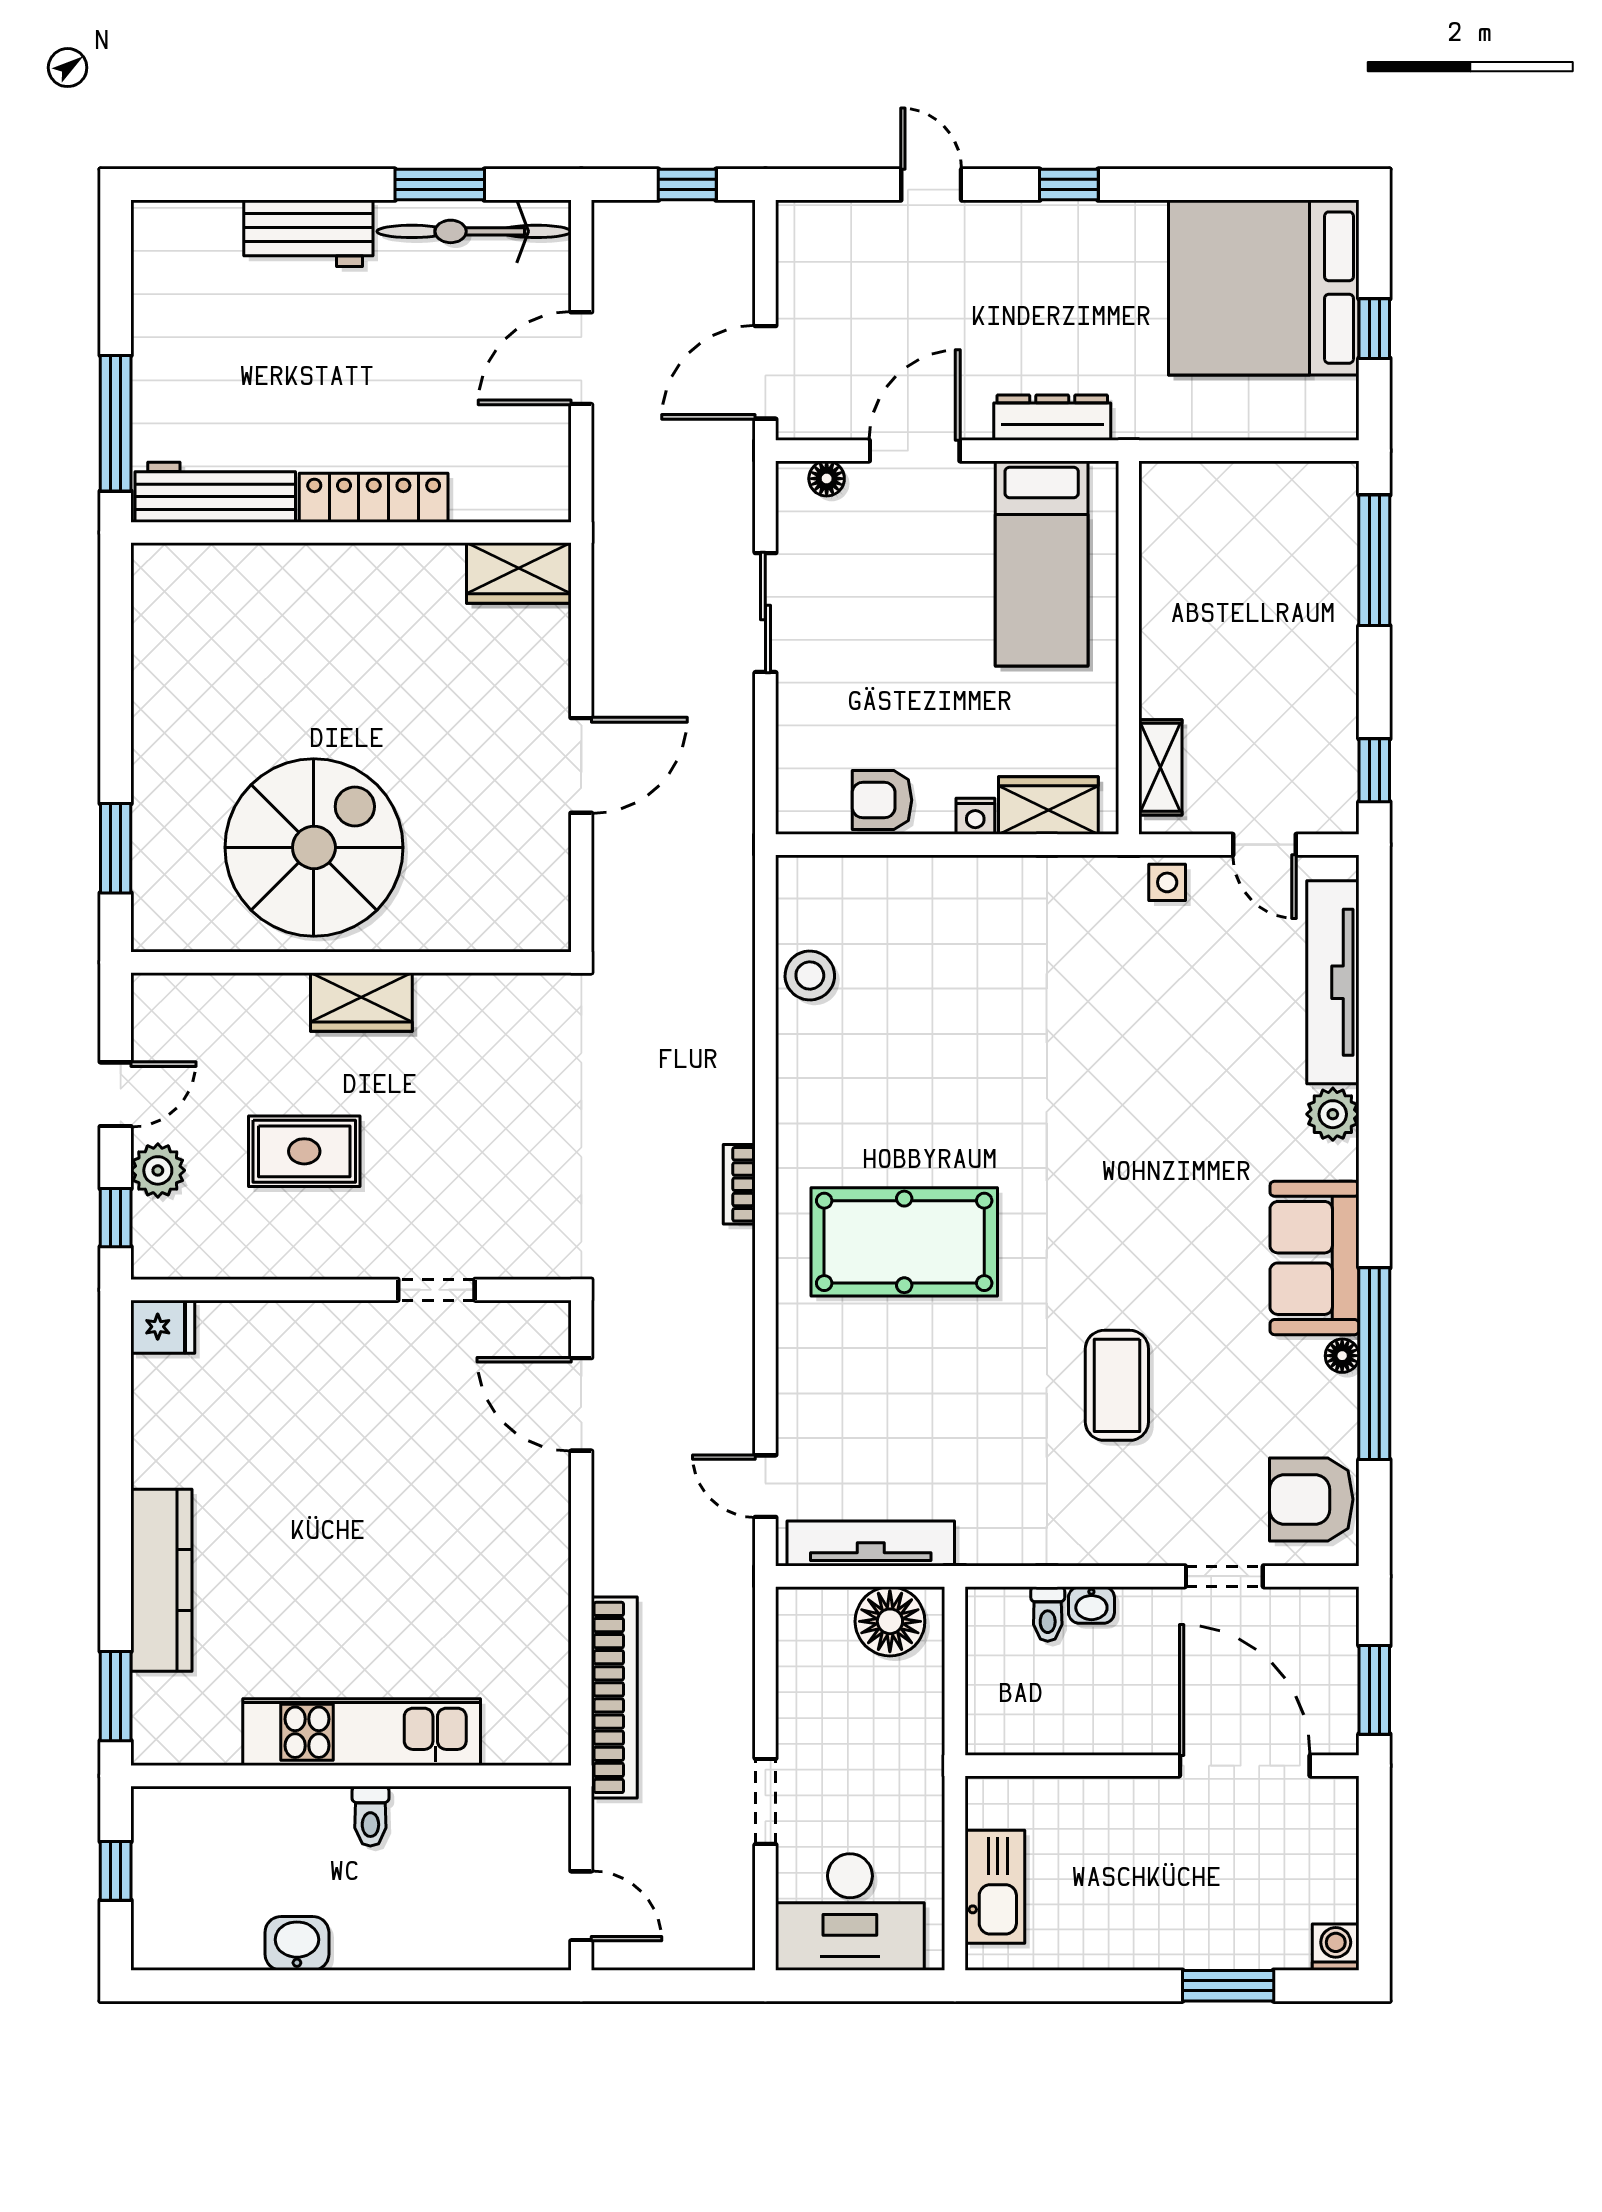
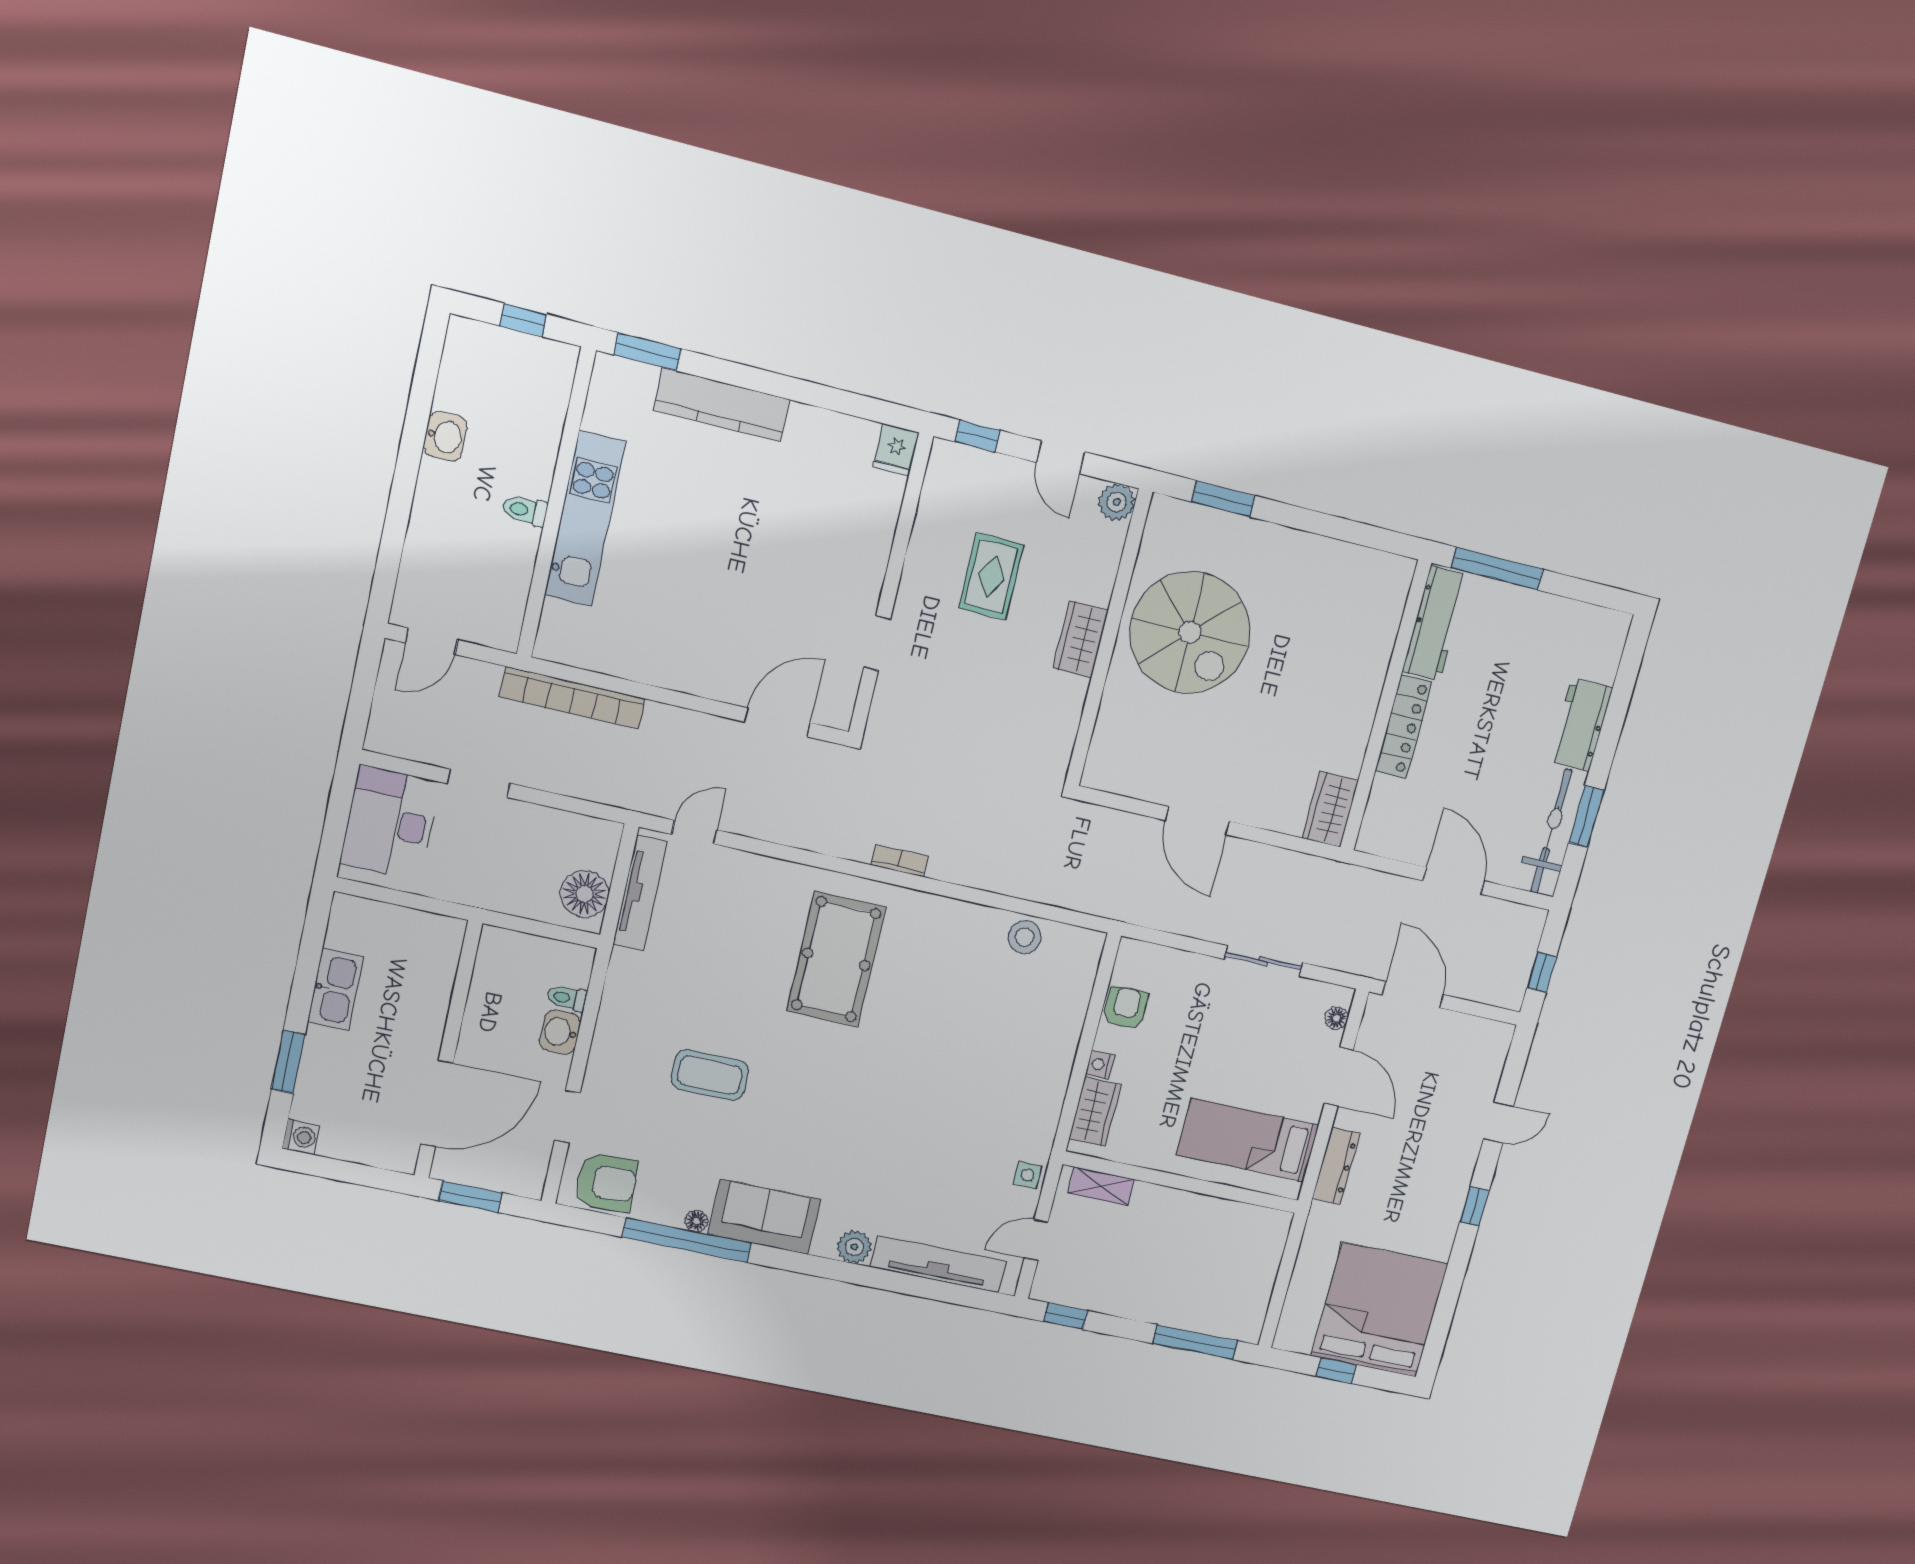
plant: (158, 1170) -> (1117, 502), moved
armchair: (1311, 1499) -> (606, 1183), turned 88
washbasin: (1091, 1605) -> (560, 1032), width x1.38, depth x1.45
kitchen sink: (995, 1887) -> (335, 989), moved, turned -90

